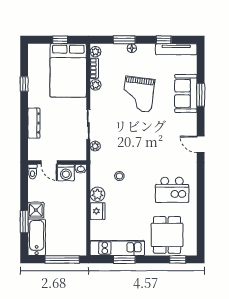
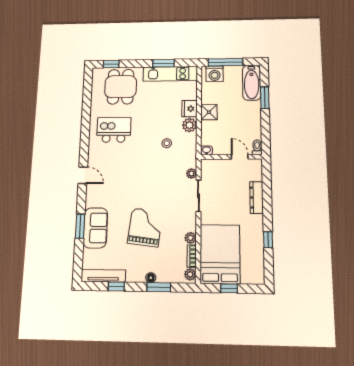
washing machine: (66, 173) -> (215, 74), moved, turned 180
shower: (36, 210) -> (209, 112), moved

